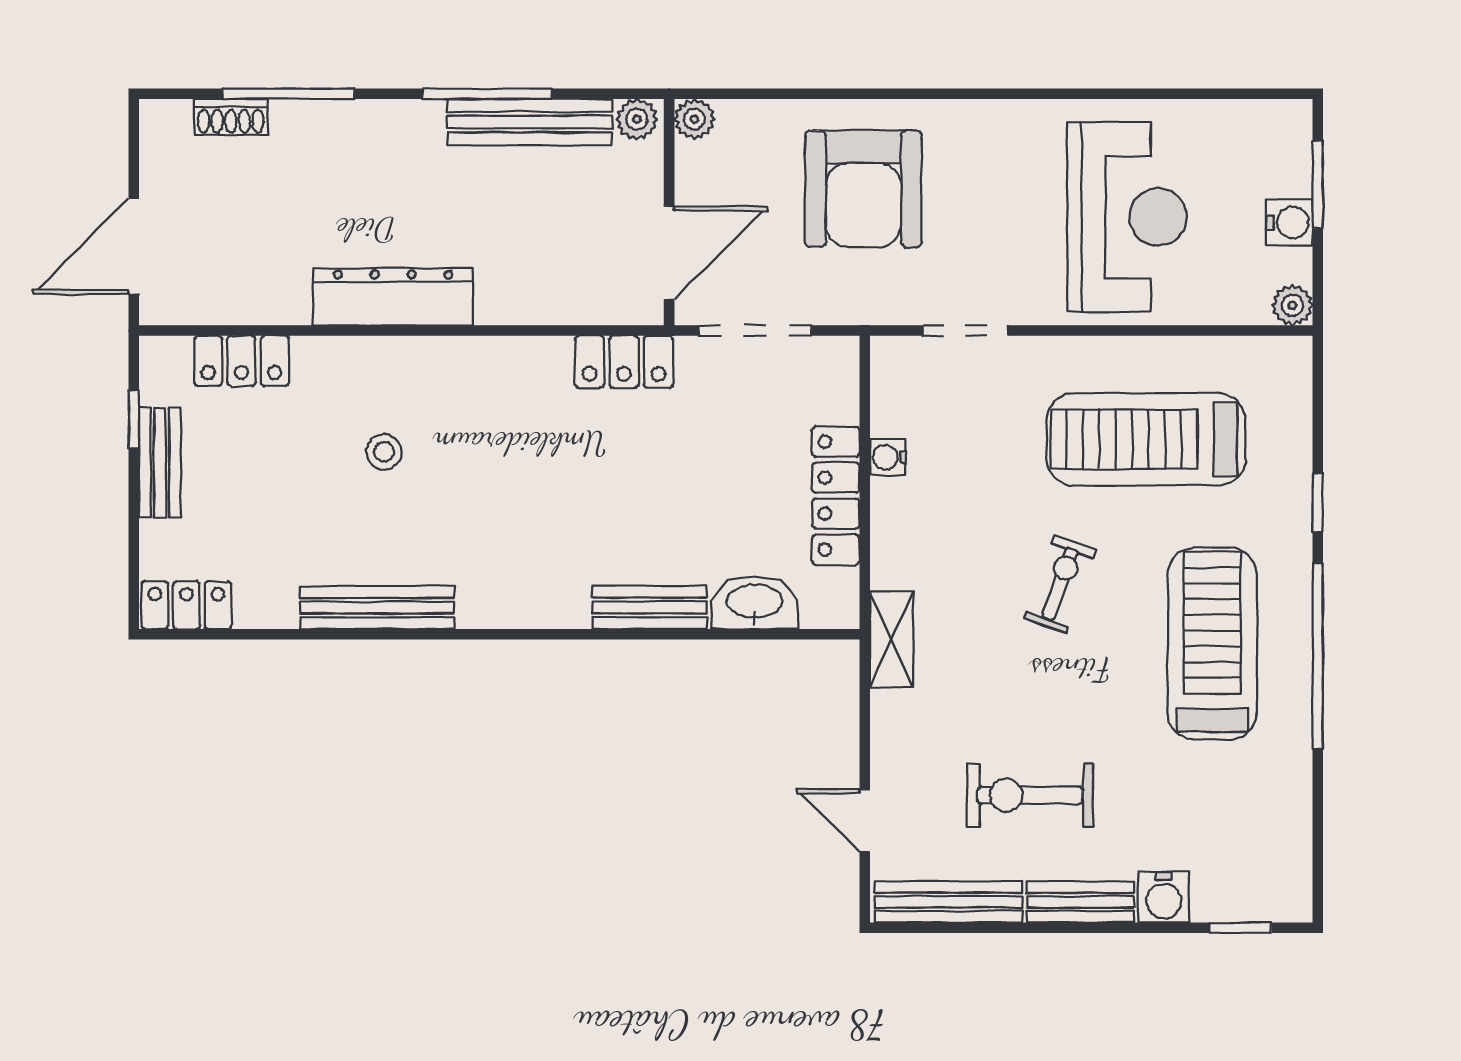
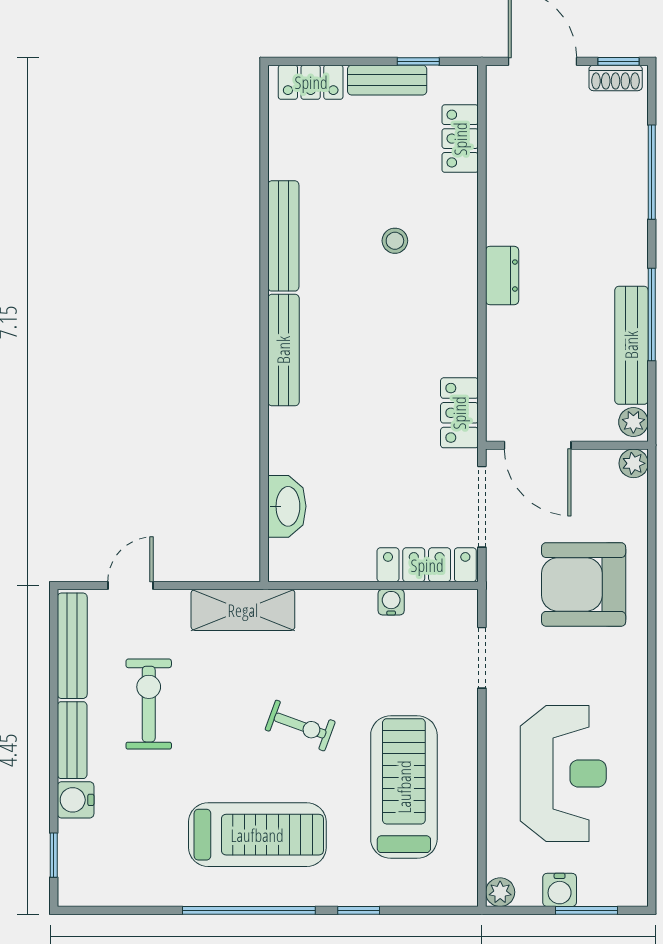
shoe rack: (231, 117) -> (616, 78), moved, turned -90
window: (134, 140) -> (619, 61), added
reception desk: (1127, 217) -> (563, 773), turned -90
dresser: (393, 297) -> (502, 276), width x0.51, depth x0.80
locker: (836, 496) -> (427, 565), moved
locker: (186, 605) -> (311, 82), moved, turned 90
bench: (650, 607) -> (283, 350), moved, width x1.36
shelving: (892, 640) -> (243, 610), width x1.50, depth x1.33

